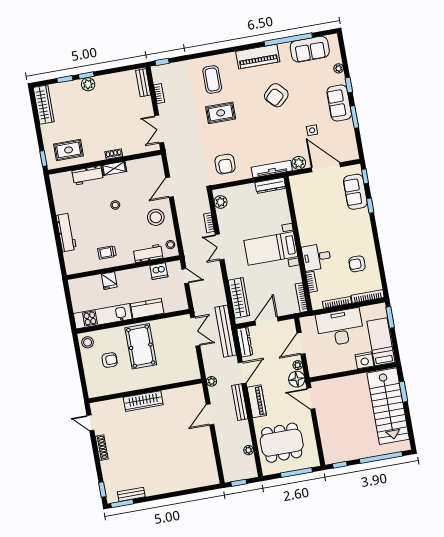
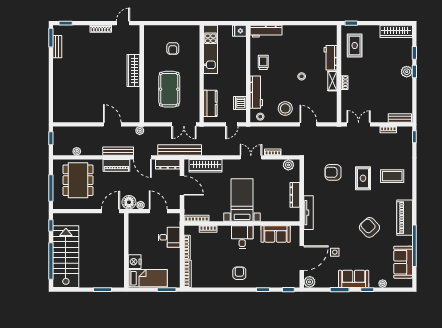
plant: (299, 163) -> (310, 282), moved
armchair: (225, 164) -> (333, 172), moved
dresser: (270, 185) -> (295, 195), moved
sofa: (355, 192) -> (276, 234), moved, turned 180
workbench: (66, 232) -> (266, 31), moved
workbench: (148, 253) -> (256, 92), width x1.38
desk: (317, 257) -> (242, 237), moved
armchair: (357, 264) -> (239, 273), moved
fridge: (109, 281) -> (239, 31), moved
kitchen counter: (147, 308) -> (210, 103), moved
desk: (340, 327) -> (169, 237), width x0.53, depth x0.77
stool: (88, 342) -> (191, 33), removed
pool table: (141, 346) -> (169, 89), moved, turned 90
stairs: (388, 406) -> (66, 257), moved, turned 90

